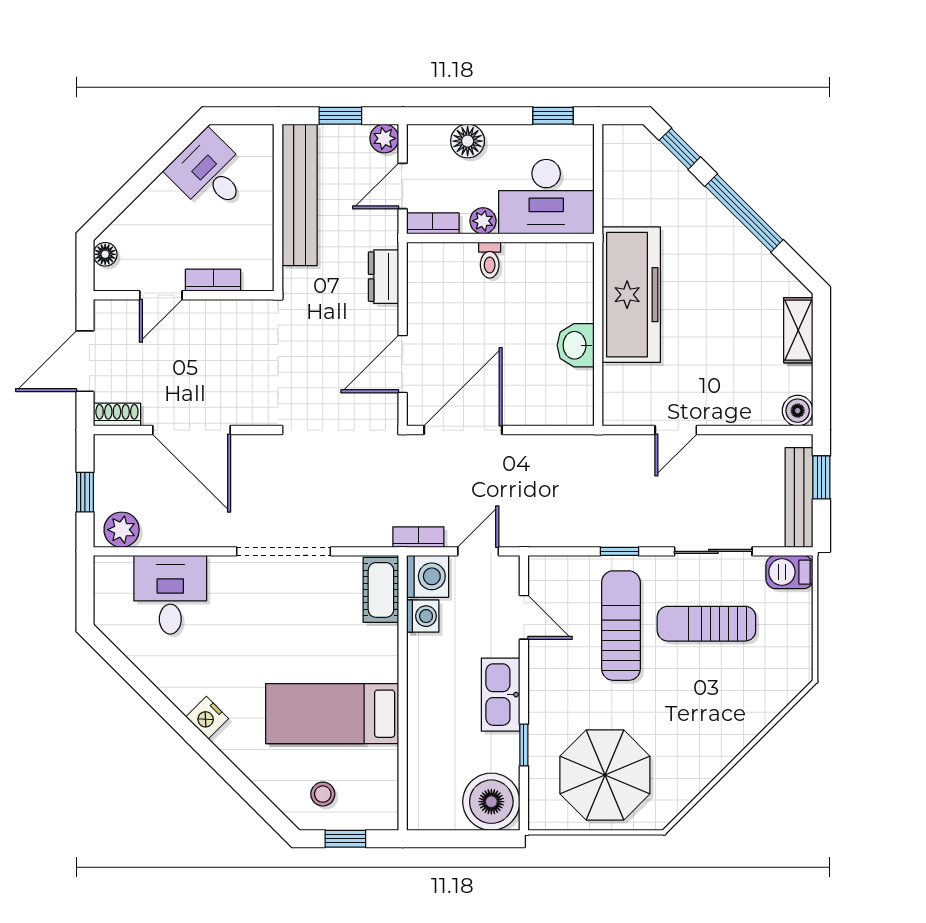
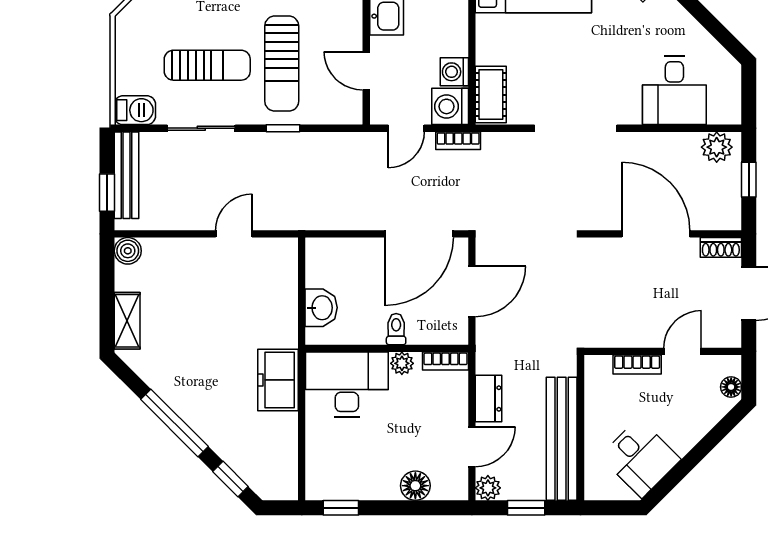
desk: (546, 197) -> (347, 384), moved
plant: (483, 221) -> (402, 363), moved
bookcase: (433, 223) -> (446, 361), moved
wall: (500, 238) -> (387, 348), moved
toilet: (490, 260) -> (396, 329), moved
dresser: (383, 277) -> (489, 399), moved
freezer: (631, 295) -> (278, 380), width x0.52, depth x0.79

